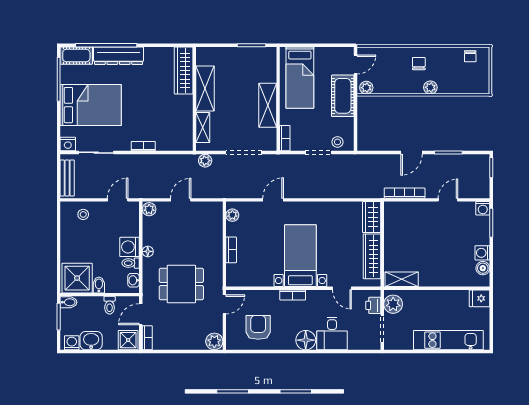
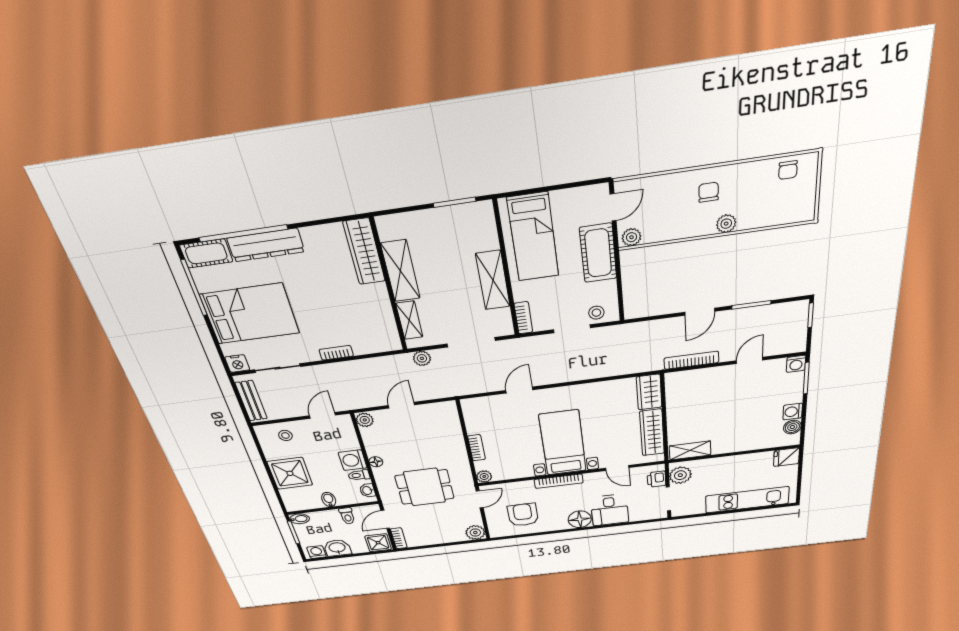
plant: (232, 215) -> (484, 476), moved
shower: (77, 278) -> (290, 473), moved
bookcase: (293, 295) -> (559, 481), width x1.56

